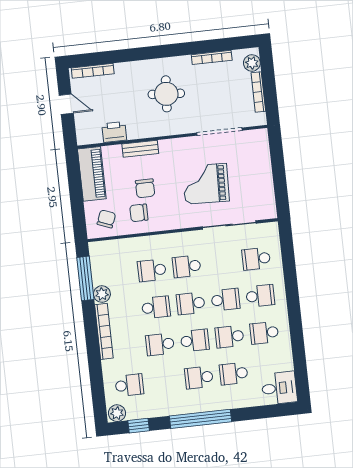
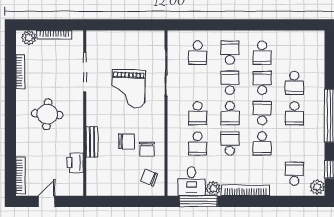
piano: (92, 174) -> (109, 186), removed
school desk: (230, 337) -> (262, 83), turned 180
desk: (279, 388) -> (191, 181), moved, turned 180

